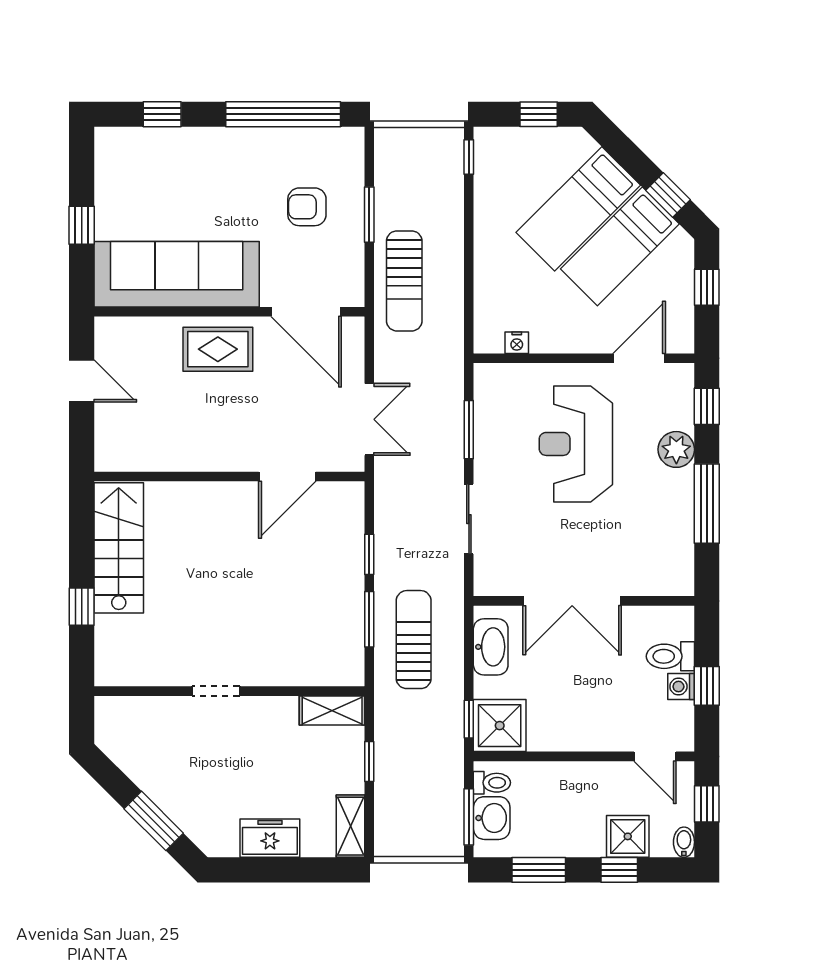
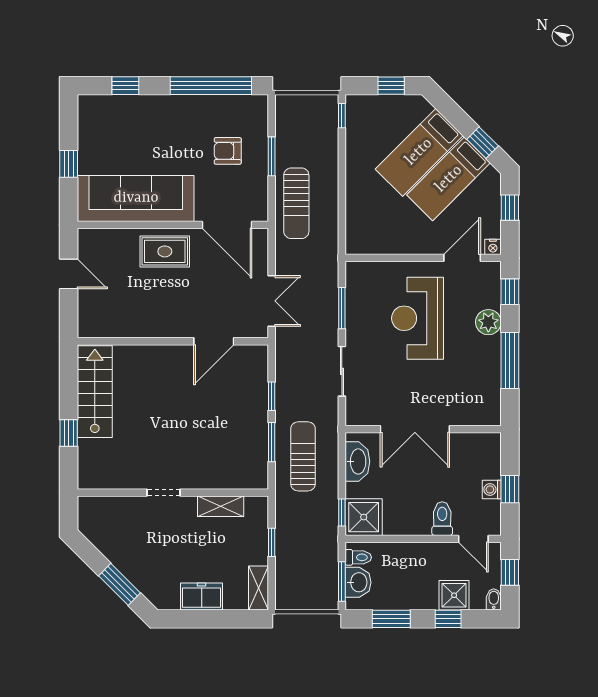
nightstand: (517, 343) -> (493, 247), moved
toilet: (670, 656) -> (442, 519), moved, turned 90
shelving: (332, 710) -> (221, 506), moved

